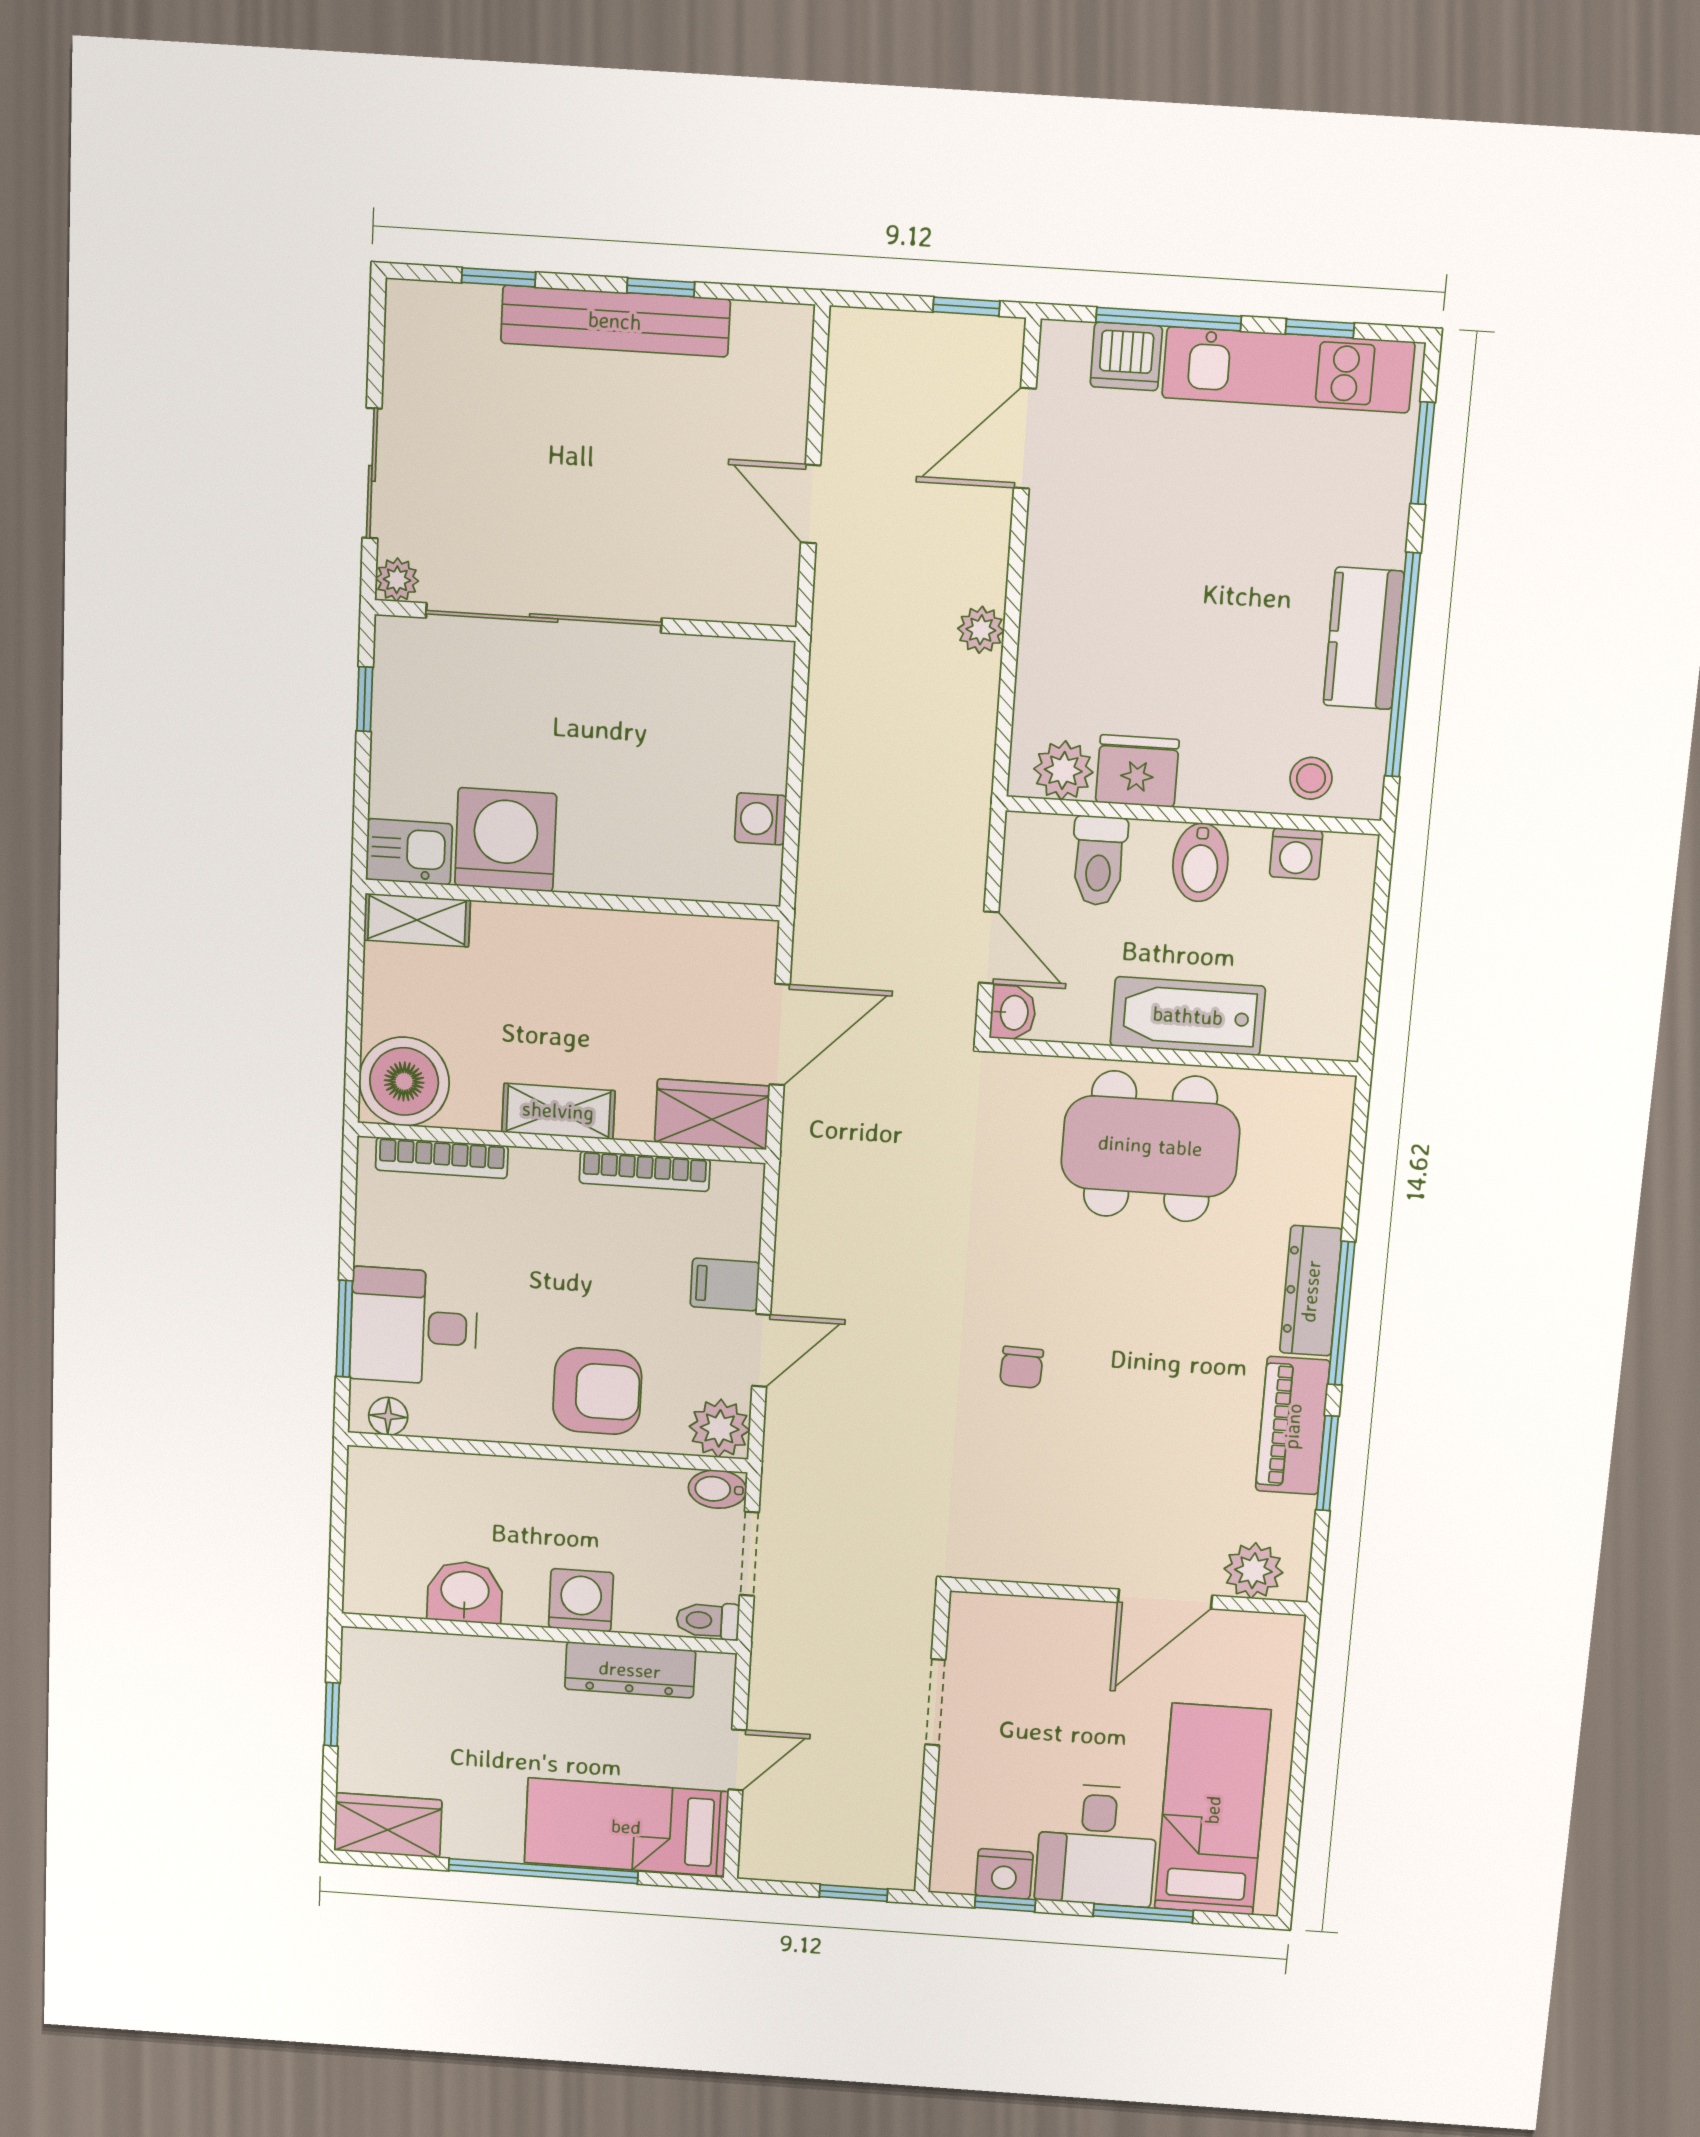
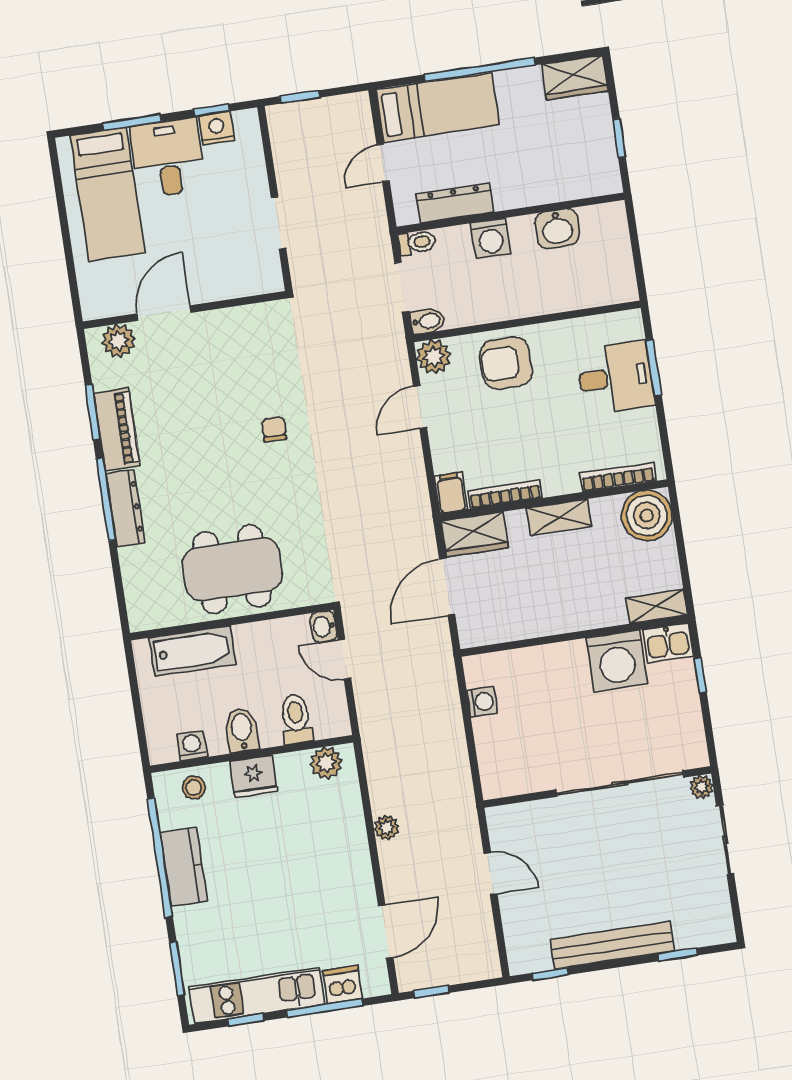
window: (661, 287) -> (550, 974), moved
window: (365, 699) -> (700, 675), moved
fridge: (1137, 771) -> (253, 776), moved
bathtub: (1188, 1016) -> (193, 651), moved
filing cabinet: (725, 1284) -> (451, 493), moved, turned -90
floor lamp: (388, 1416) -> (620, 322), removed

